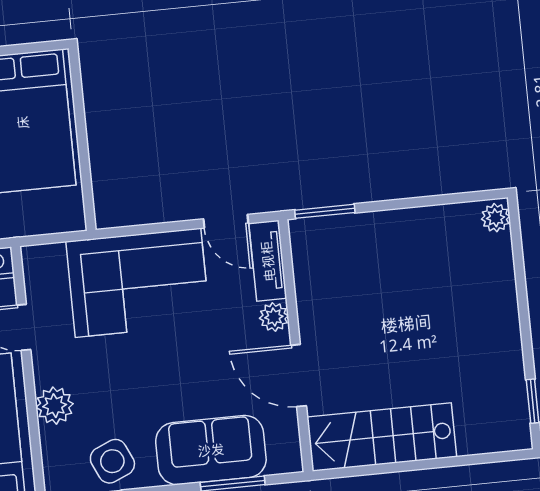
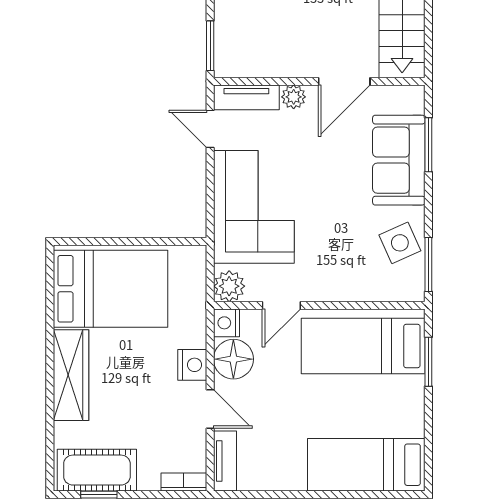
door: (226, 221) -> (210, 129), swing flipped
plant: (55, 406) -> (229, 286), moved

